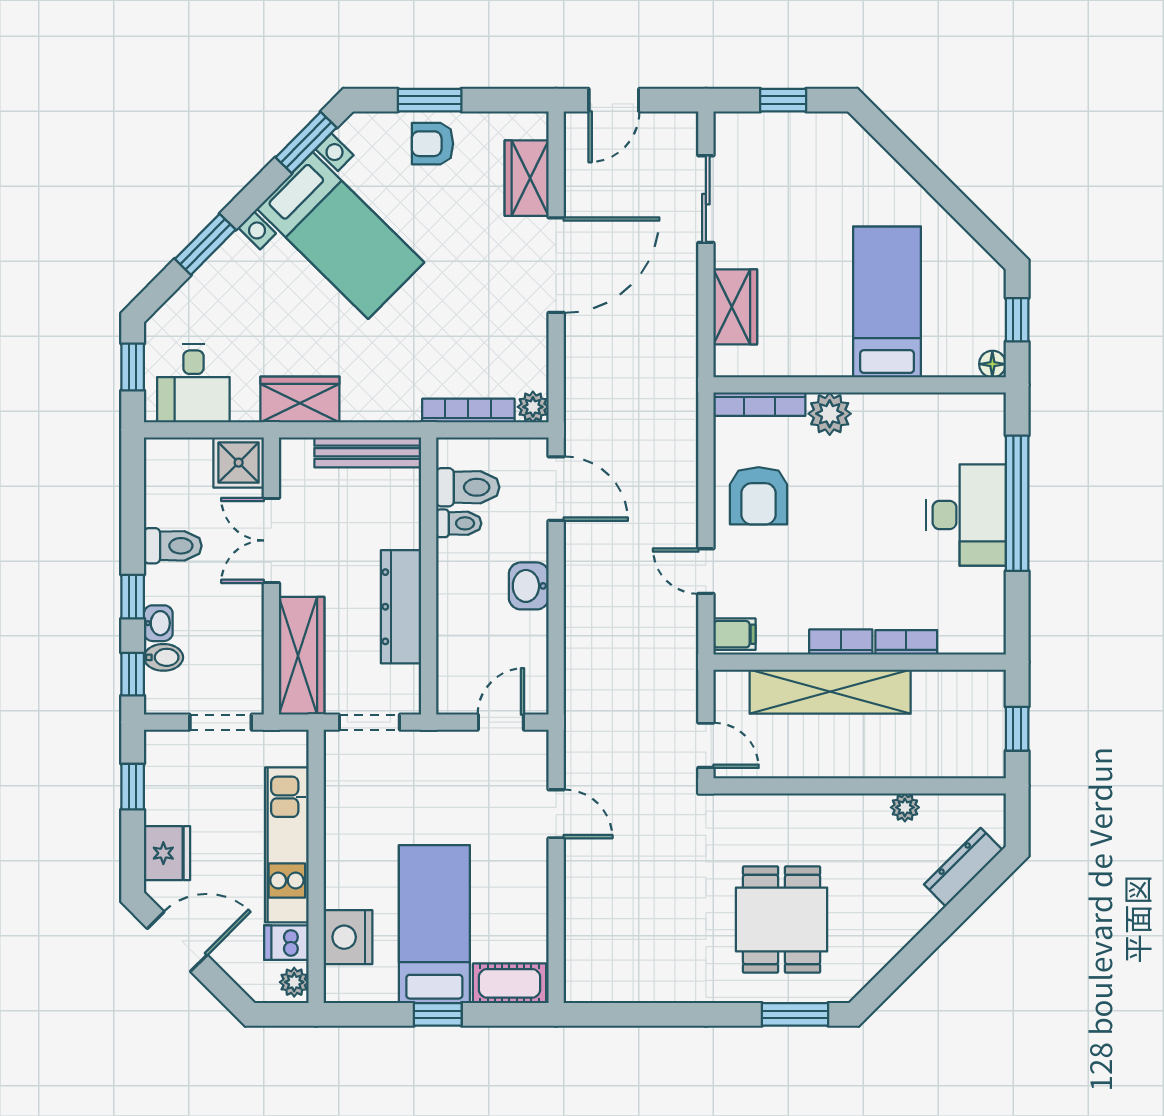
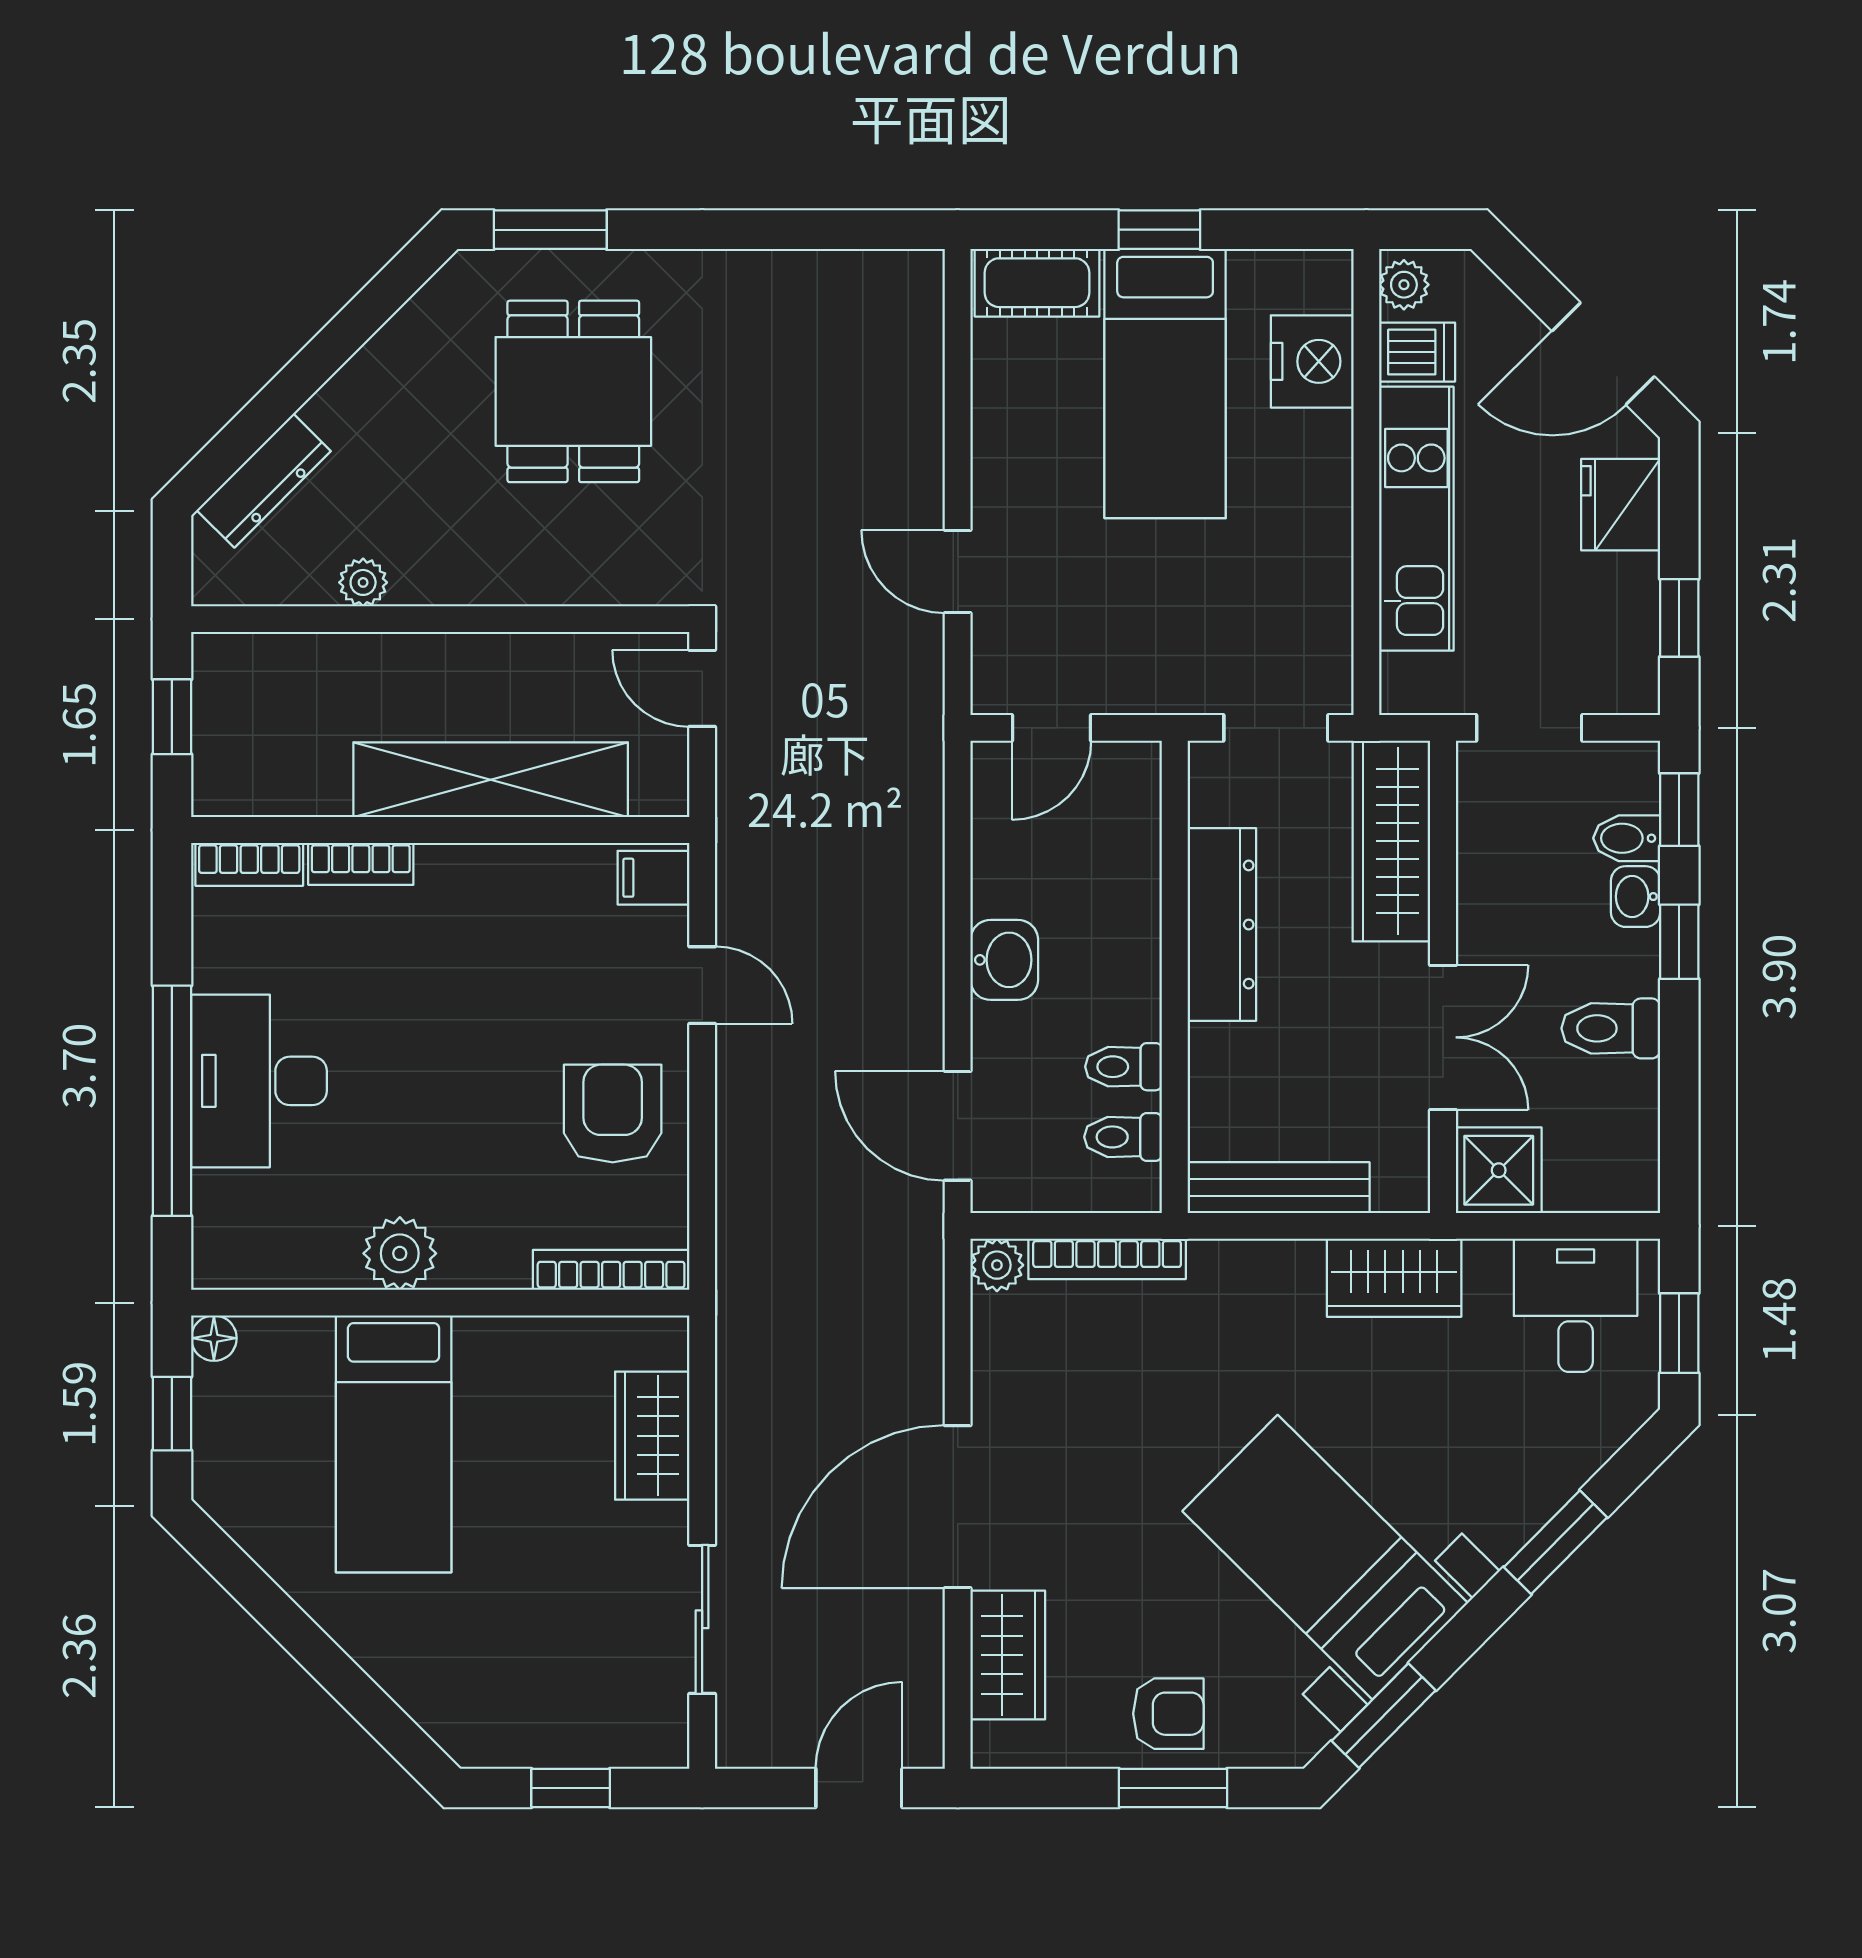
plant: (830, 414) -> (400, 1253), moved
toilet: (468, 487) -> (1123, 1137), width x0.73, depth x0.72
bookcase: (841, 642) -> (249, 864), moved

